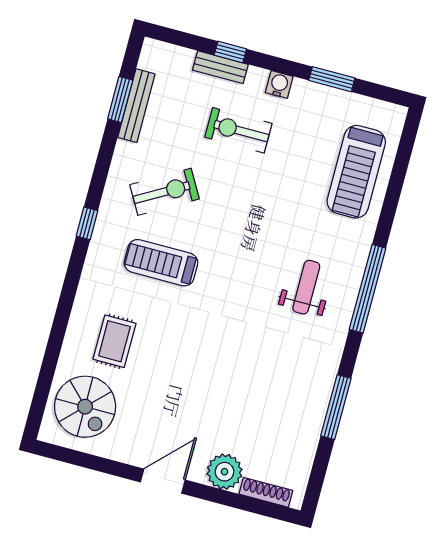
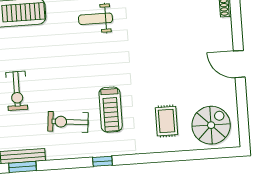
exercise bike: (165, 192) -> (68, 122), turned -54
rug: (114, 341) -> (166, 121), turned 90
plant: (225, 472) -> (221, 30), removed

